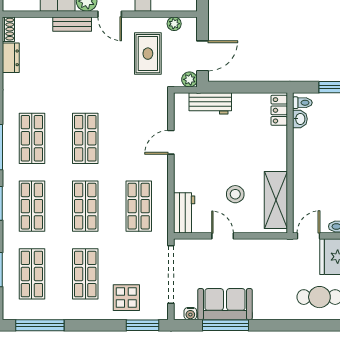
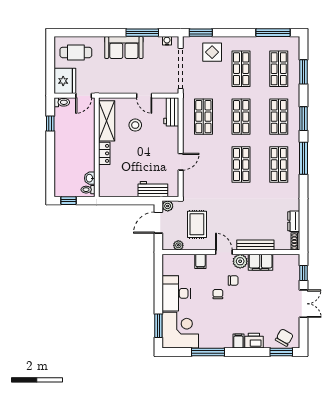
bench: (72, 24) -> (255, 245), width x1.36
locker: (279, 110) -> (104, 153), moved
sofa: (225, 304) -> (124, 47), moved

